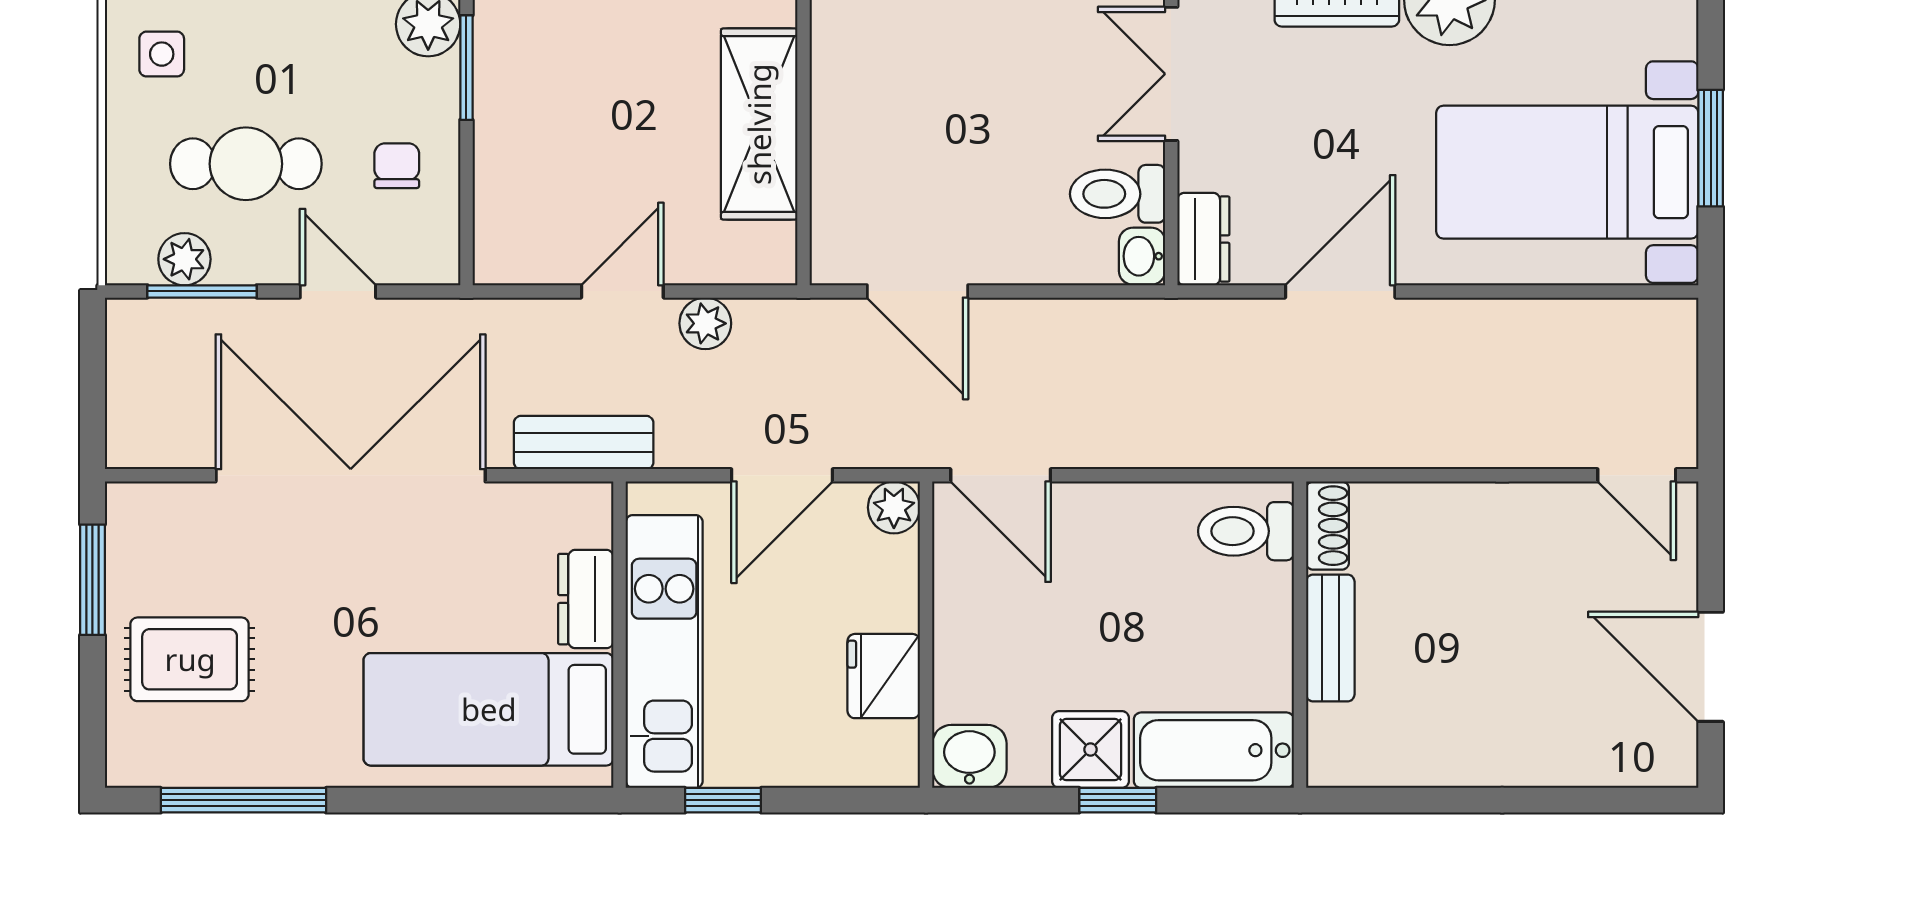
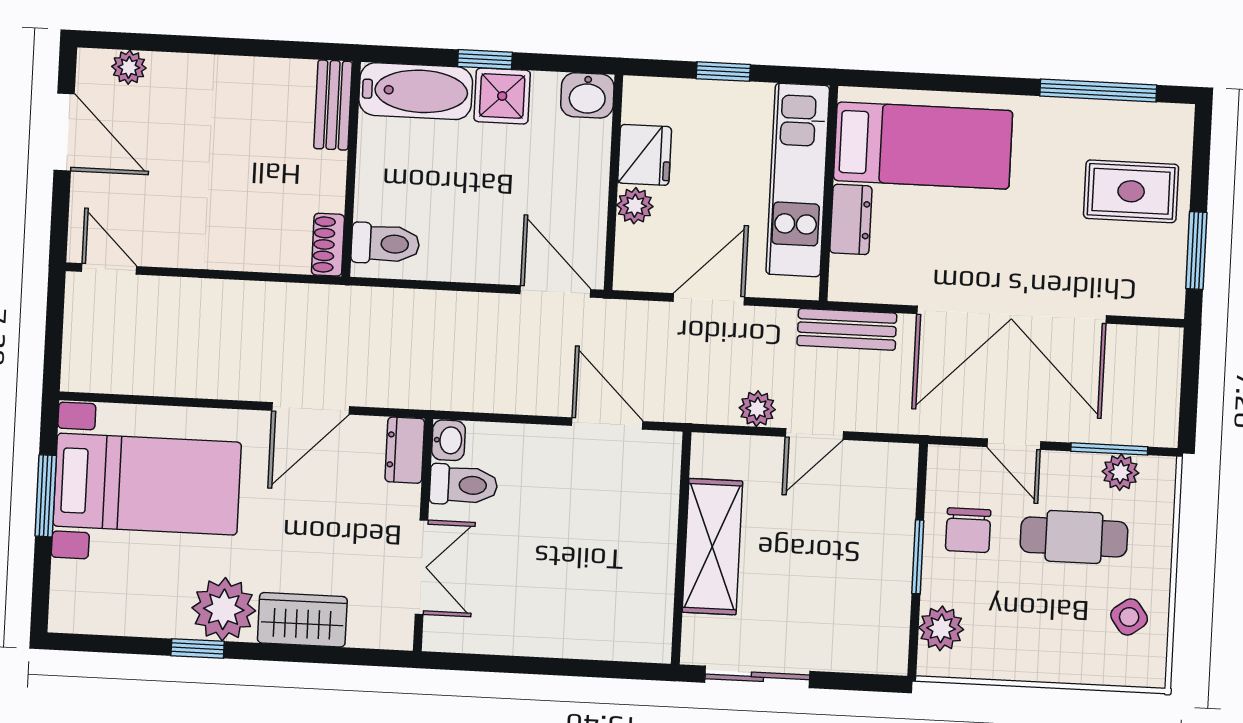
side table: (162, 54) -> (1129, 617), turned -36
window: (466, 68) -> (918, 557), moved
chair: (397, 166) -> (968, 530), width x1.37, depth x1.37
plant: (894, 507) -> (635, 206), moved
bench: (1330, 638) -> (333, 105), moved
plant: (1623, 763) -> (129, 67), added
window: (723, 800) -> (723, 72), moved

